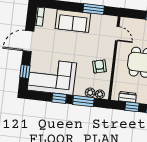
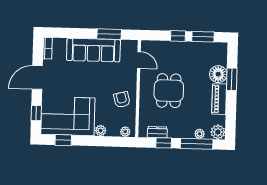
sofa: (73, 21) -> (93, 50), width x1.36
plant: (90, 93) -> (101, 131), moved
window: (59, 98) -> (63, 140), moved
window: (83, 101) -> (107, 141), removed

